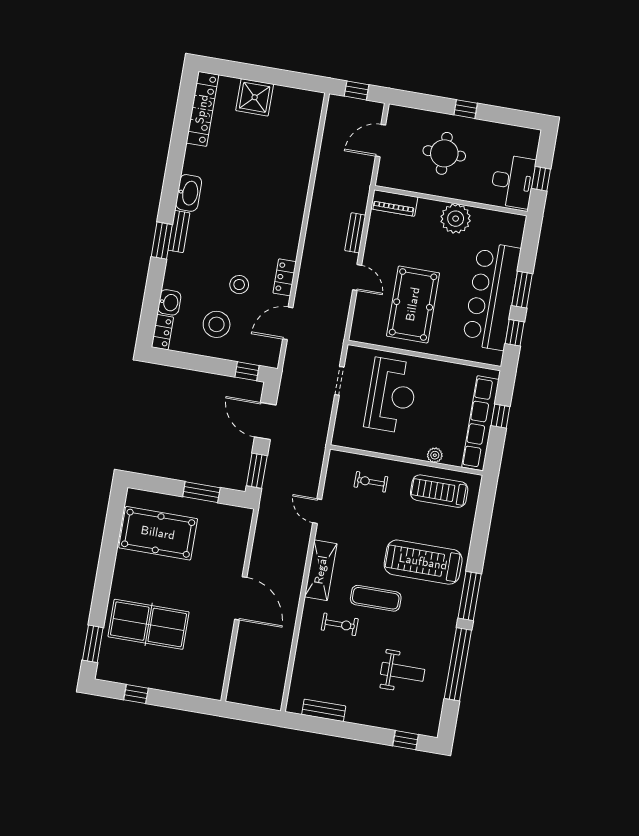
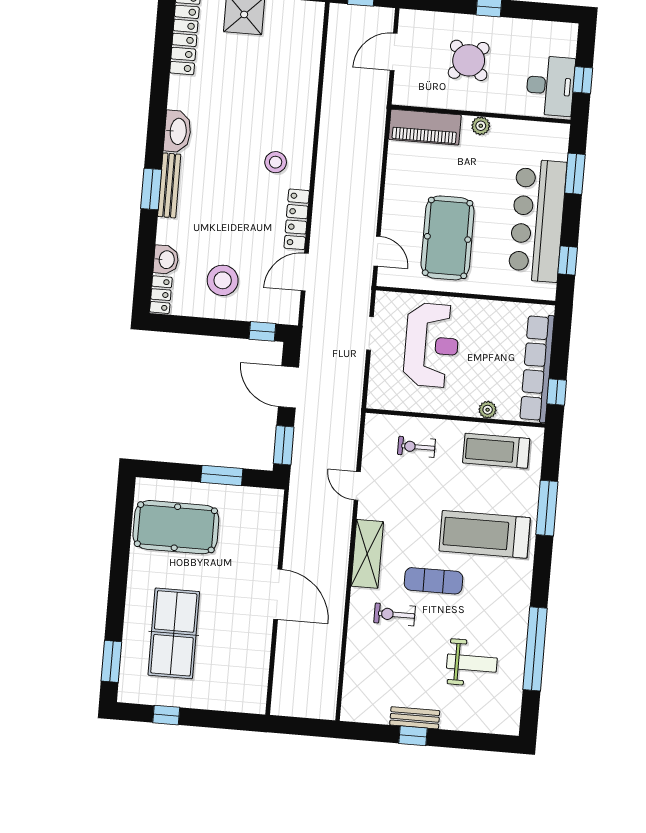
round table: (444, 153) -> (469, 60), turned 45
piano: (394, 203) -> (425, 127), width x1.37, depth x1.33
plant: (456, 219) -> (481, 126), width x0.53, depth x0.53
bench: (179, 232) -> (169, 185), width x1.36
bench: (355, 233) -> (374, 161), removed
locker: (285, 277) -> (297, 219), width x1.53
door: (357, 277) -> (377, 251), moved
stool: (239, 285) -> (276, 162), moved
window: (522, 290) -> (575, 174), moved
window: (500, 416) -> (557, 392), moved
window: (470, 596) -> (547, 508), moved
table tennis table: (149, 624) -> (174, 633), turned 90
exercise bike: (340, 624) -> (395, 614), turned 180
bench: (324, 710) -> (415, 718), moved
window: (406, 740) -> (413, 736), moved

